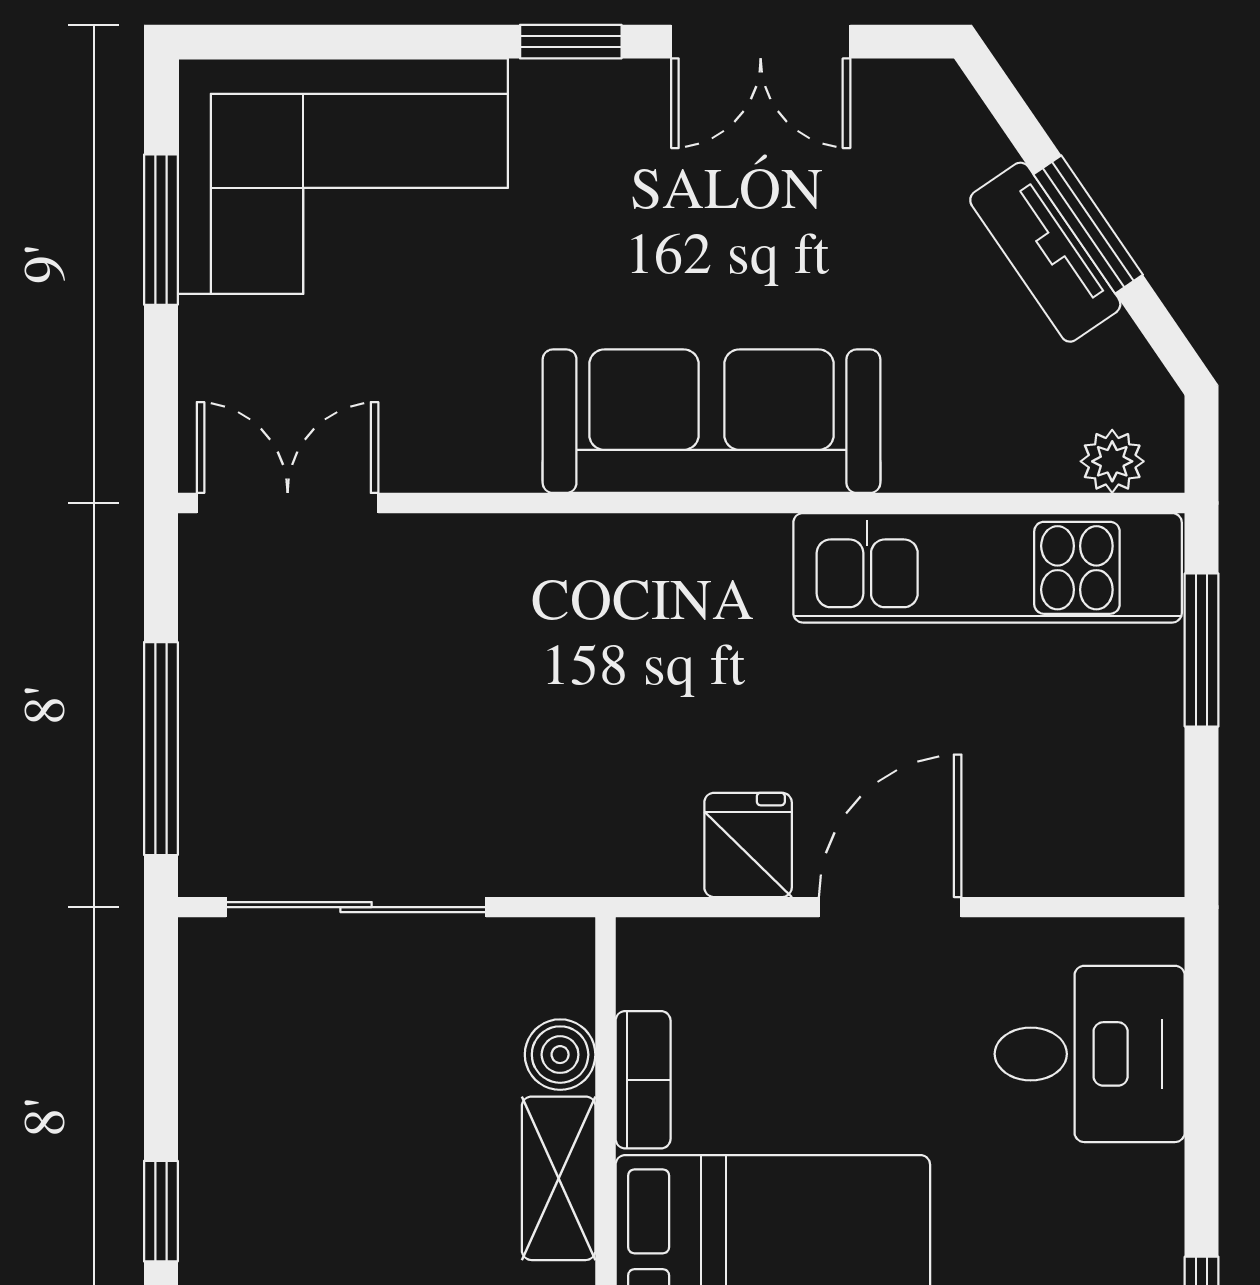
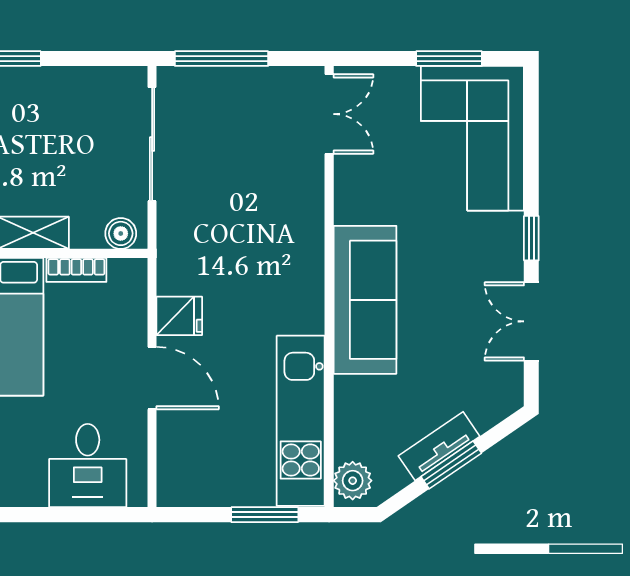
plant: (1112, 461) -> (353, 481), width x1.38, depth x1.38
boiler: (560, 1055) -> (121, 233), moved

